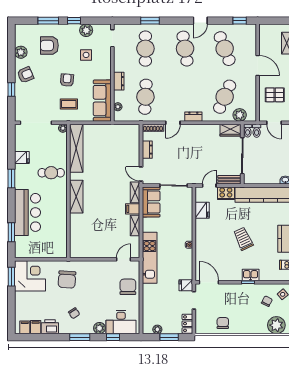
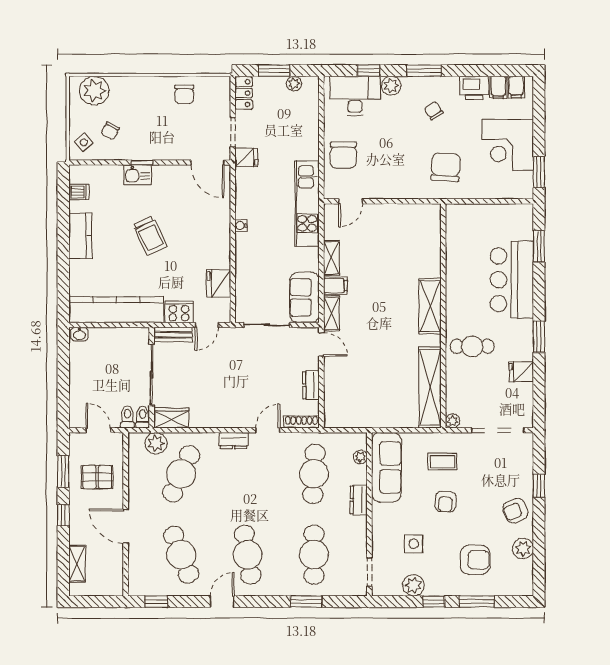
corner desk: (30, 276) -> (508, 145), moved

